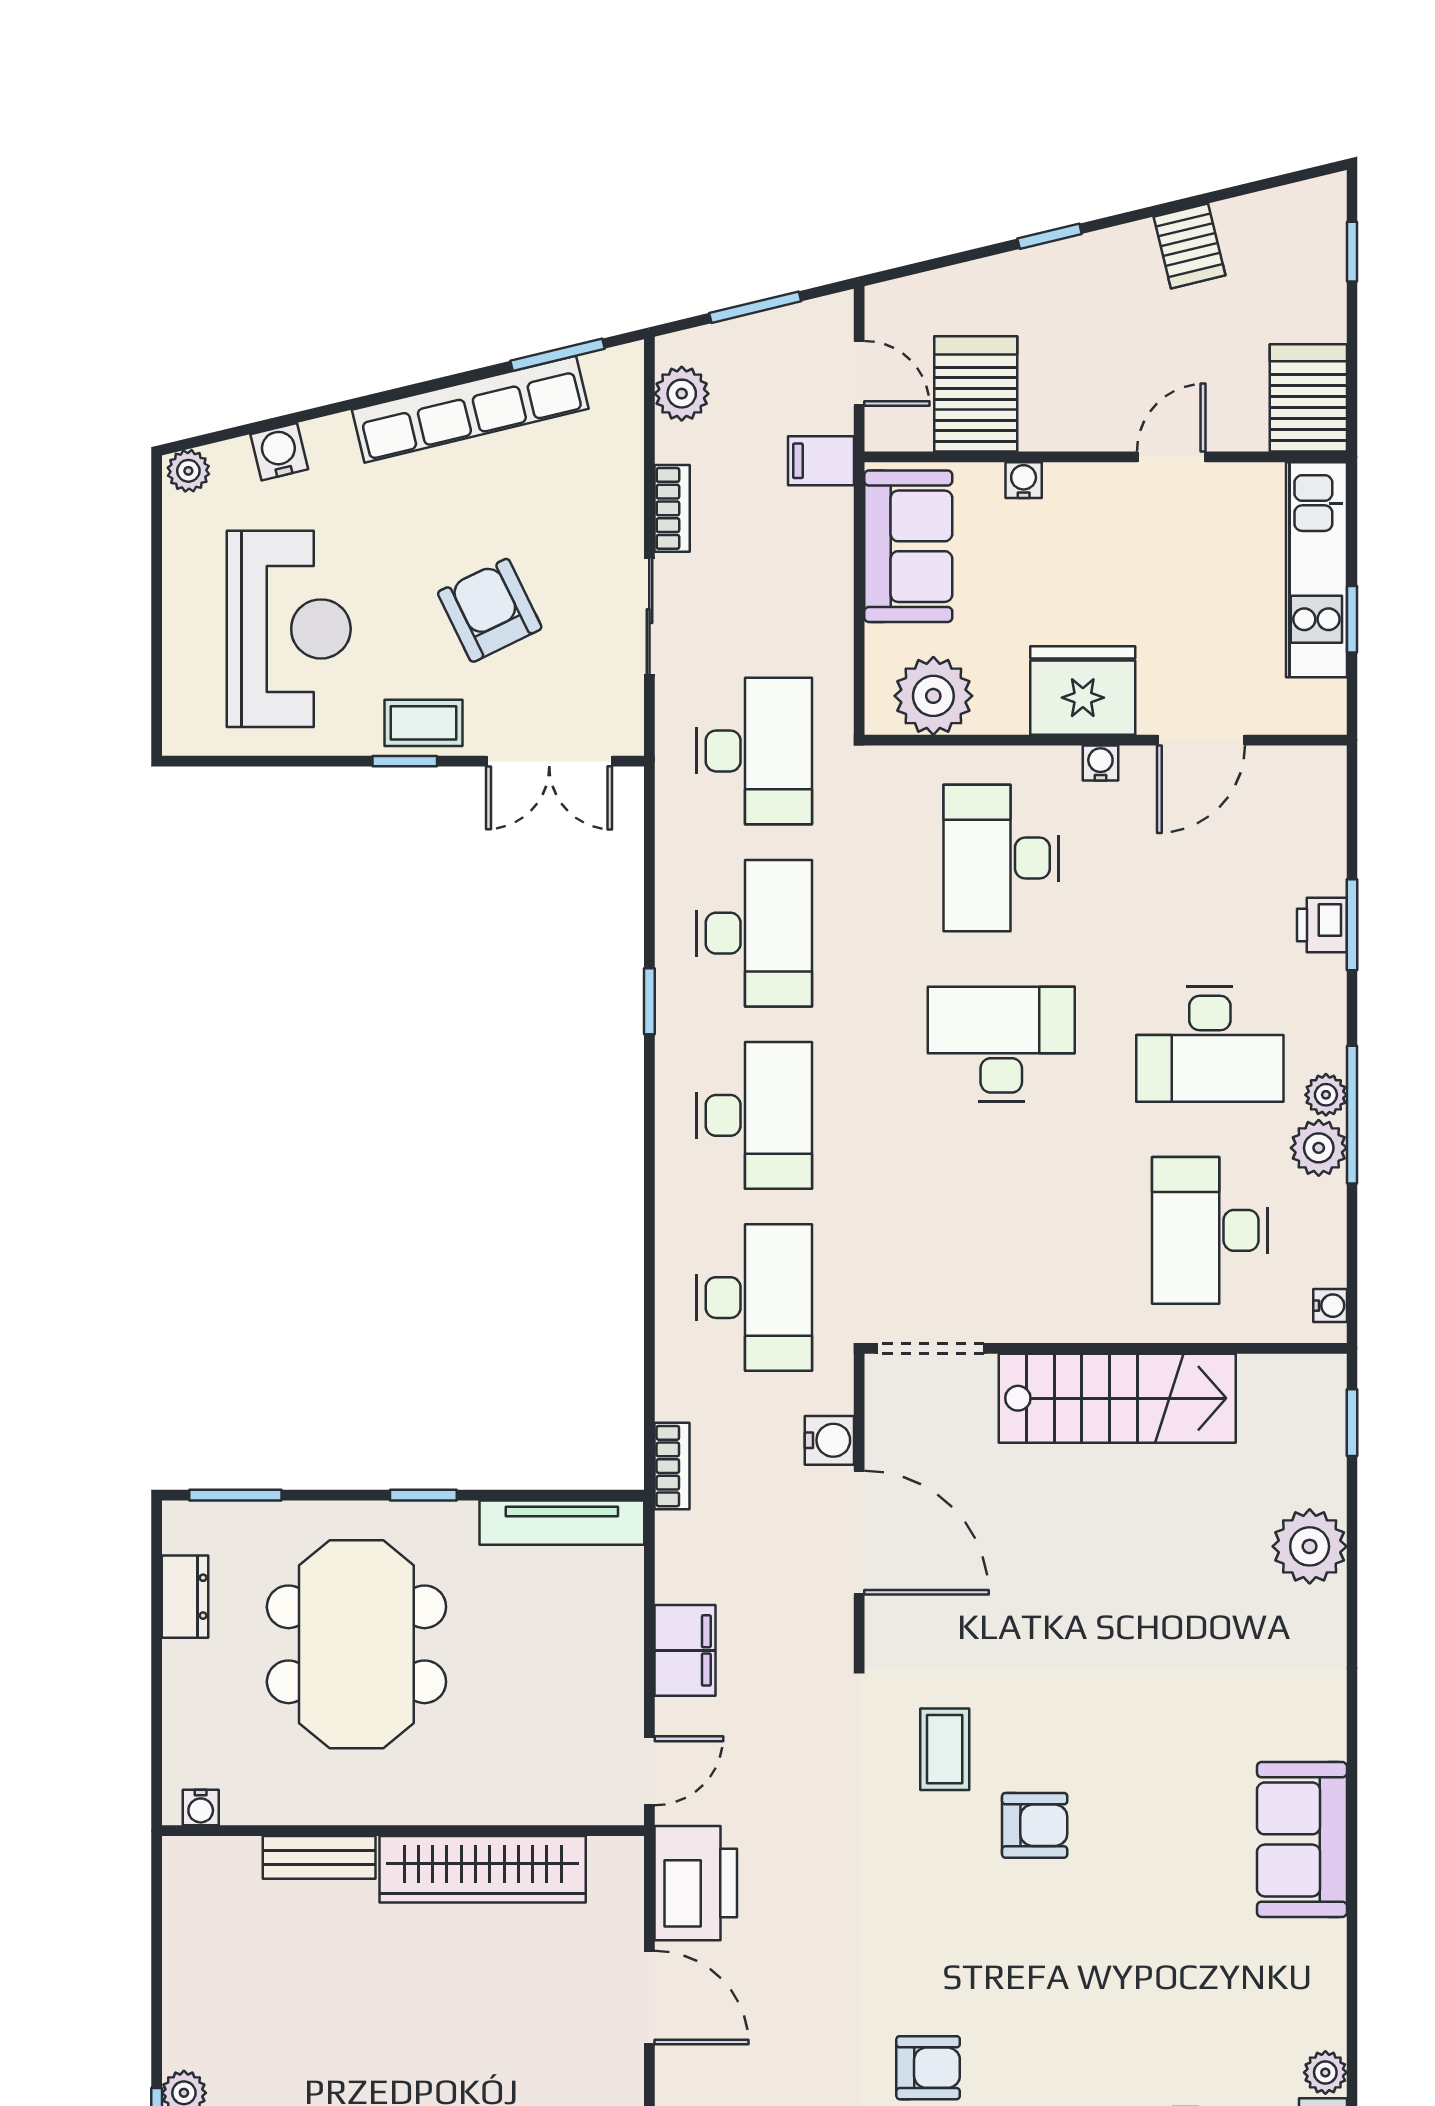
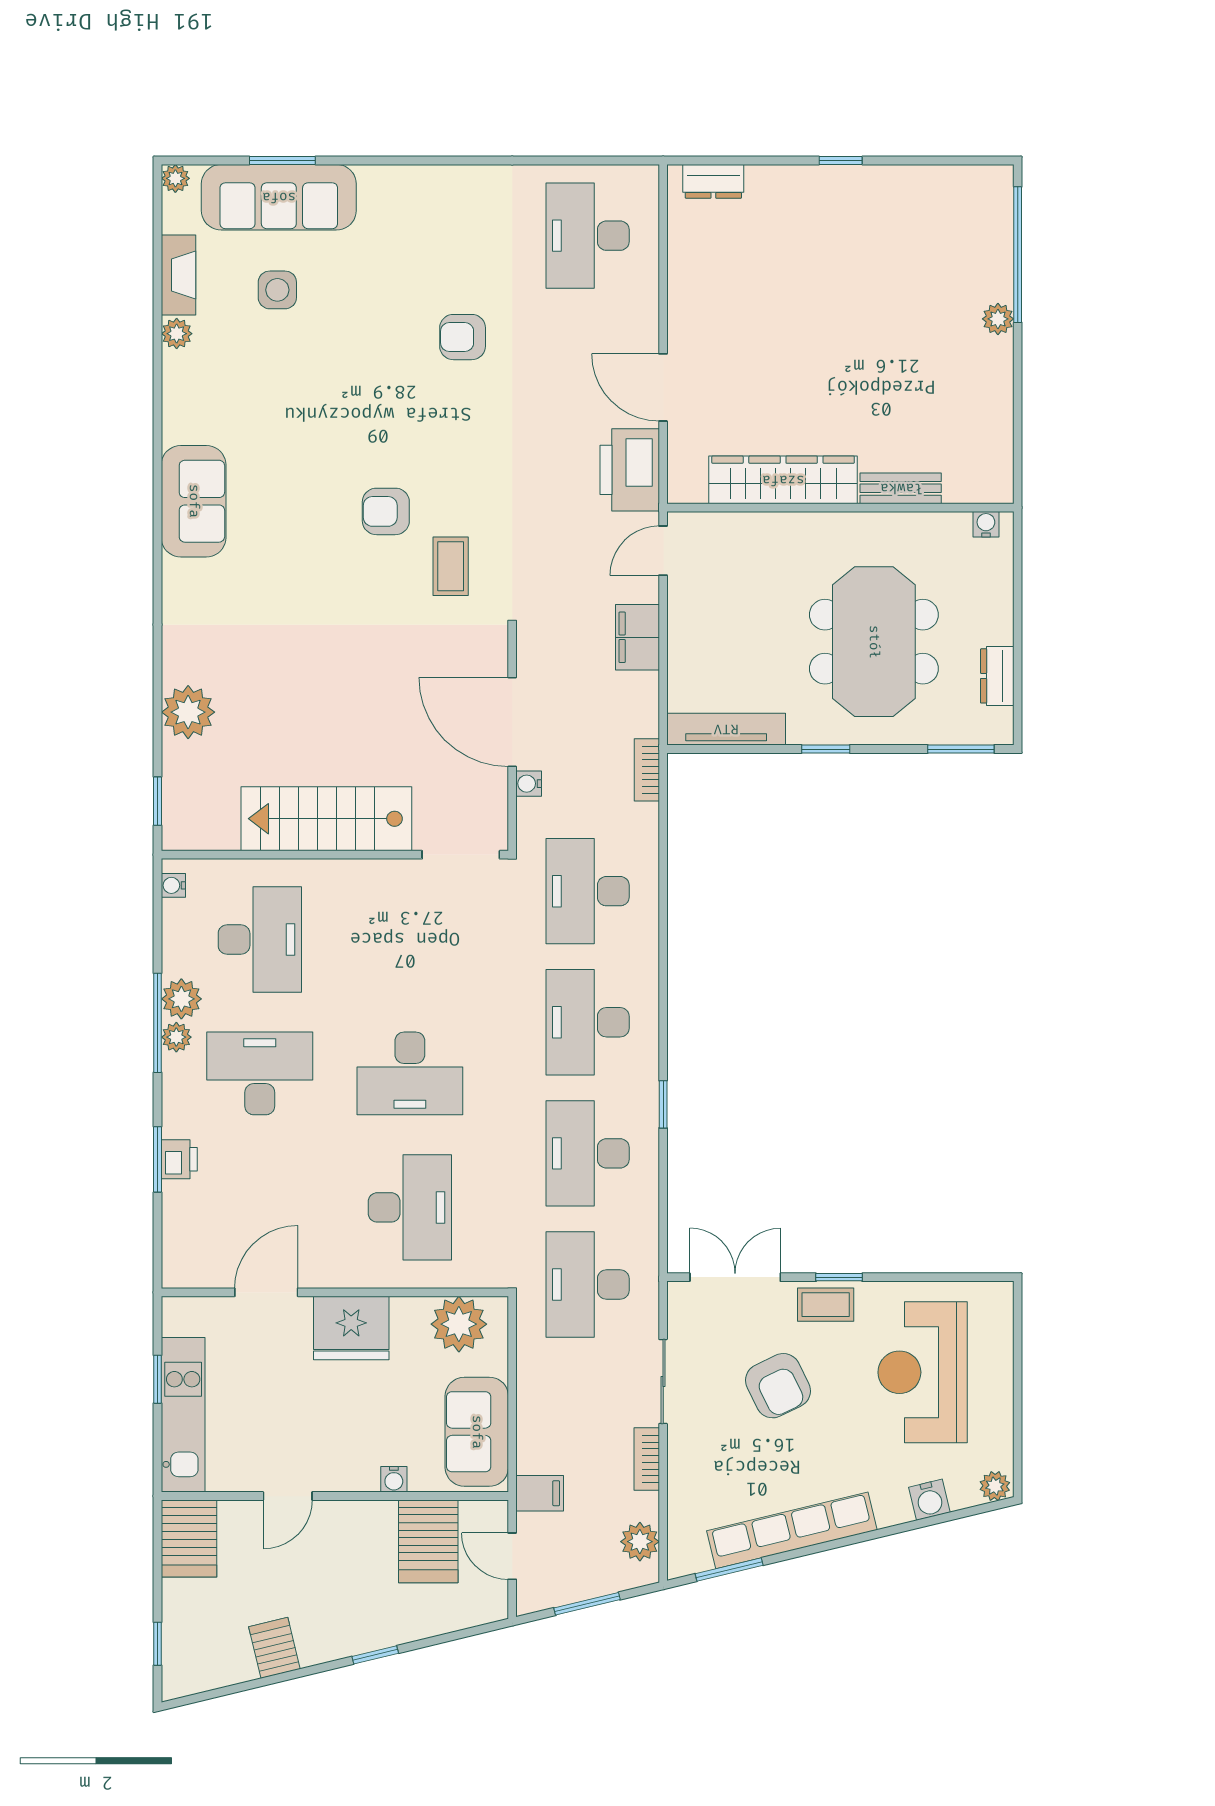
water cooler: (1100, 763) -> (338, 1276), removed
water cooler: (829, 1440) -> (529, 784), width x0.72, depth x0.72

